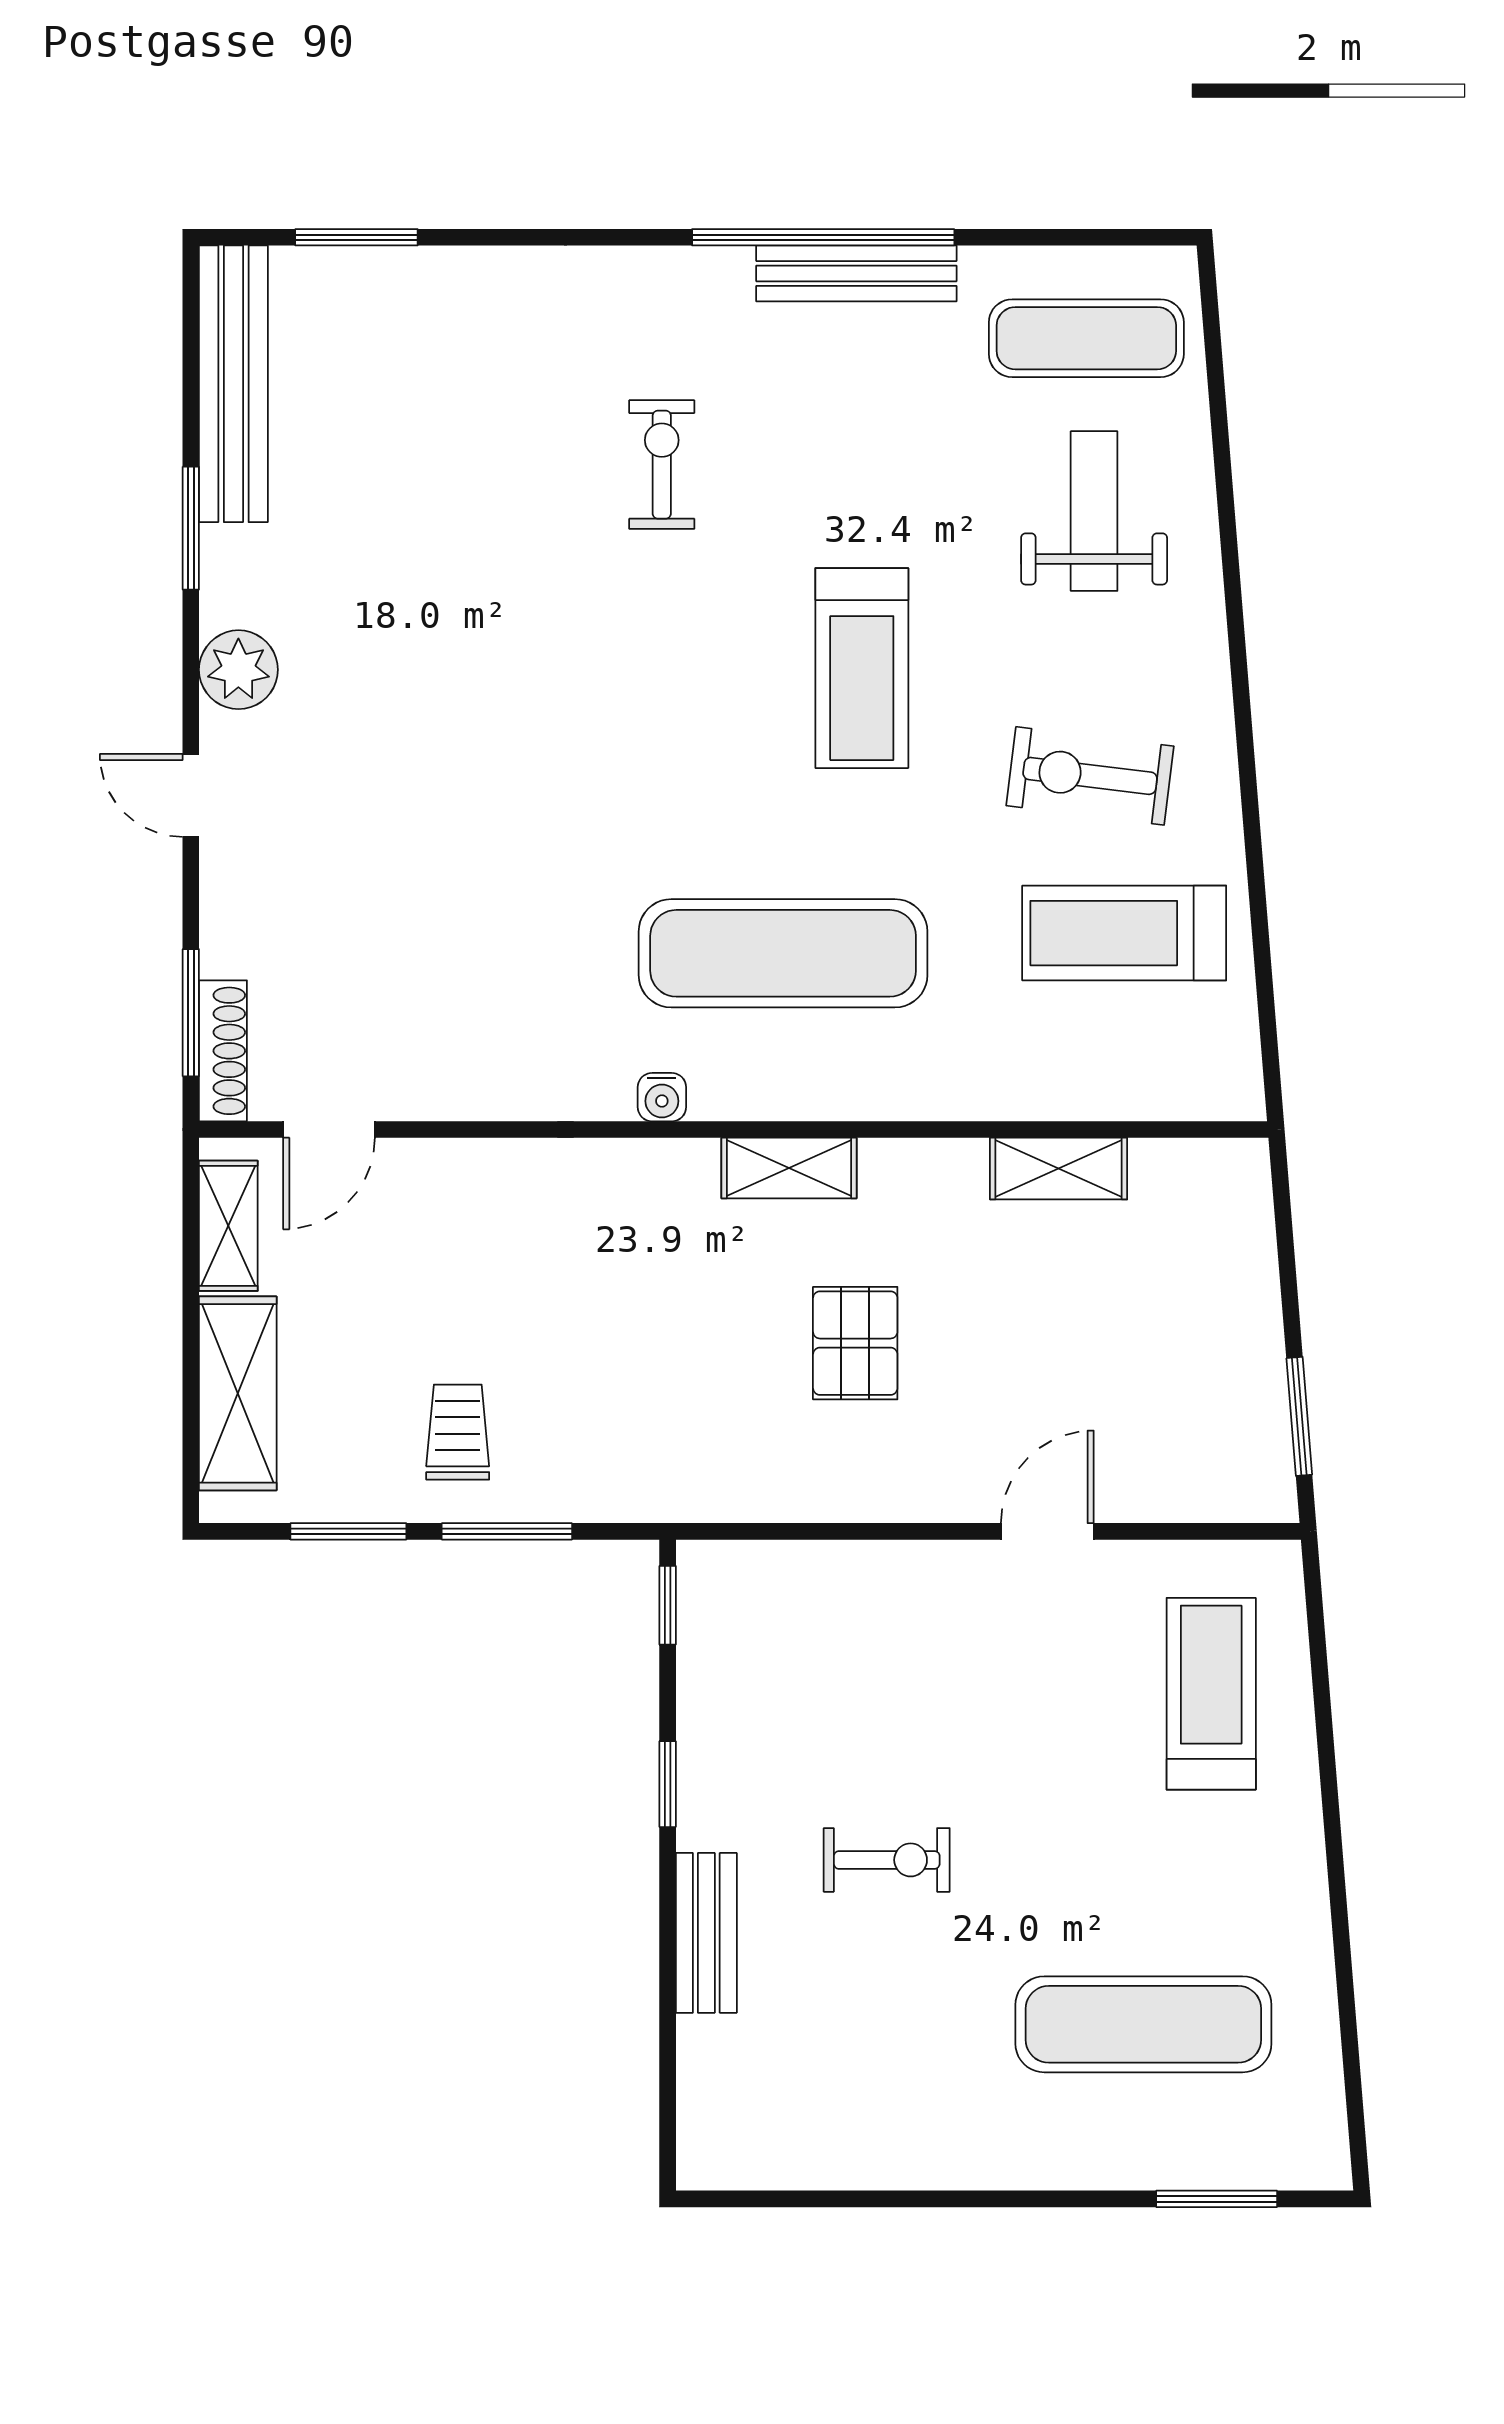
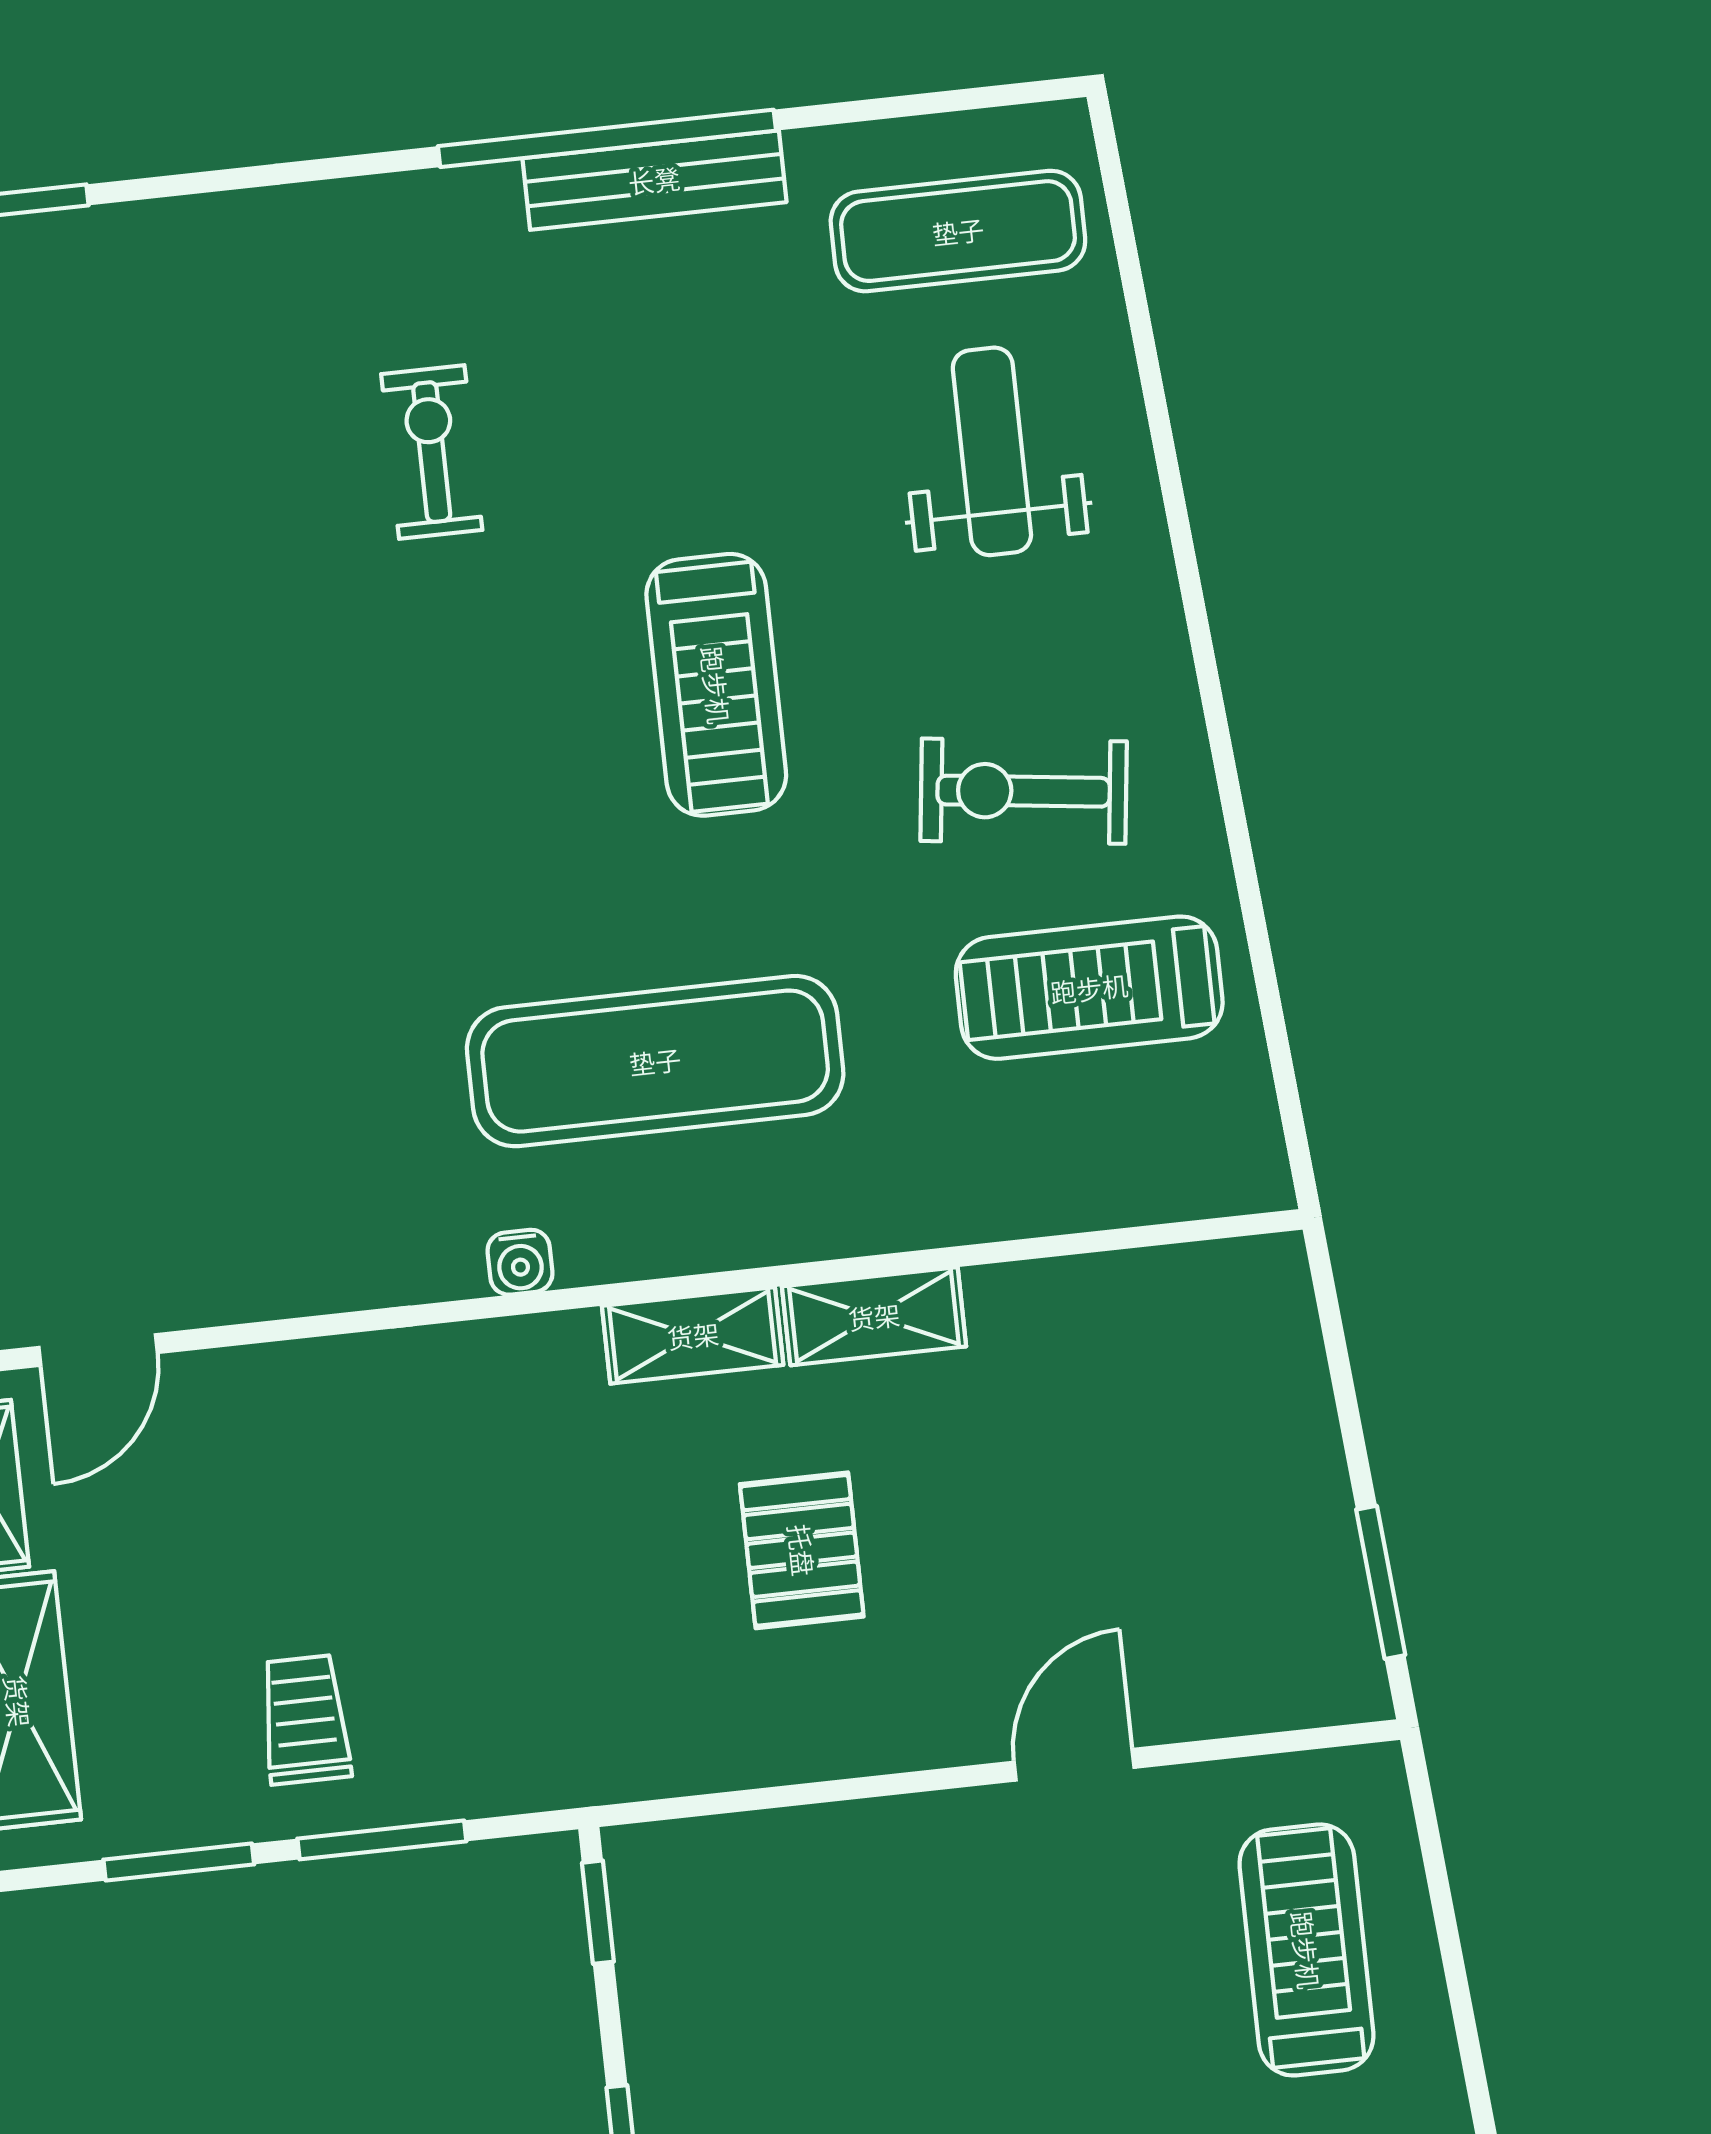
shelving: (1059, 1169) -> (874, 1316), moved

